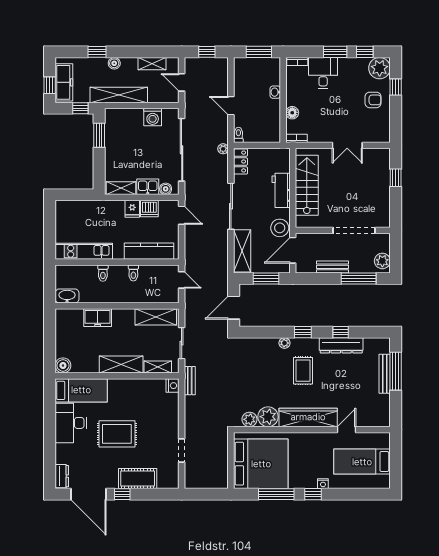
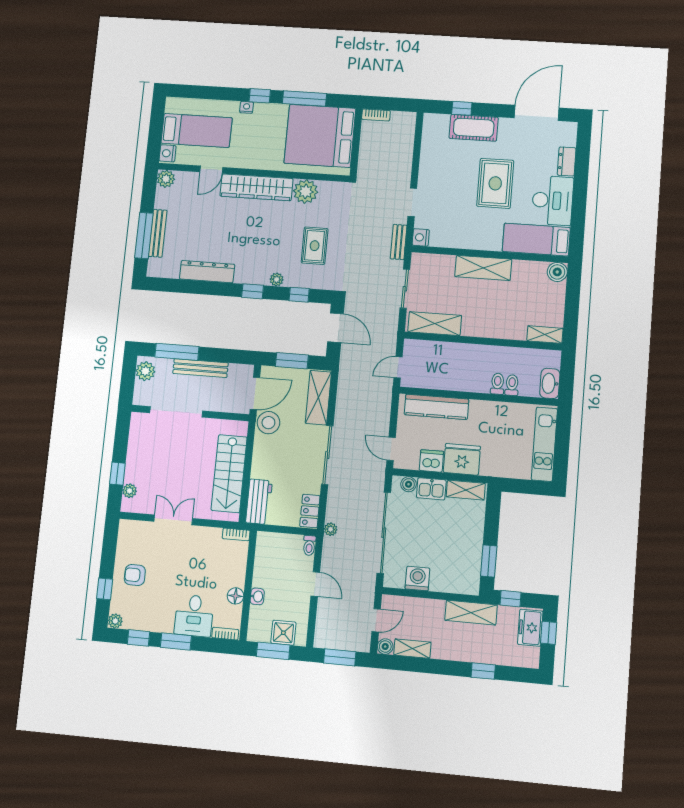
window: (207, 52) -> (340, 657), width x1.50
boiler: (114, 63) -> (385, 646), moved
shower: (252, 66) -> (283, 633), added
plant: (380, 68) -> (115, 621), width x0.53, depth x0.53
freezer: (64, 82) -> (530, 628), width x0.71
door: (182, 82) -> (376, 620), hinge flipped
shelving: (119, 95) -> (471, 613), width x0.68
floor lamp: (292, 113) -> (235, 596), moved
plant: (385, 165) -> (130, 491), added
workbench: (281, 190) -> (259, 502), moved
fridge: (132, 209) -> (462, 459), width x1.88, depth x1.34
kitchen unit: (84, 251) -> (544, 444), moved, turned 90
bench: (333, 267) -> (200, 368), width x1.36
toilet: (133, 273) -> (512, 385), moved
door: (182, 280) -> (398, 367), hinge flipped
washbasin: (67, 296) -> (550, 383), moved, turned 90
door: (234, 308) -> (336, 328), hinge flipped
freezer: (98, 318) -> (509, 328), removed
window: (341, 332) -> (299, 295), moved
shelving: (158, 367) -> (545, 335), moved
rug: (303, 371) -> (315, 246), moved
plant: (249, 419) -> (166, 179), moved
rug: (117, 434) -> (495, 183), turned 90
nightstand: (384, 441) -> (168, 153), added
doorway: (182, 451) -> (412, 202), moved
dresser: (62, 476) -> (567, 161), moved
bookcase: (217, 484) -> (376, 115), added
door: (88, 494) -> (537, 113), hinge flipped
window: (122, 494) -> (462, 108), moved

